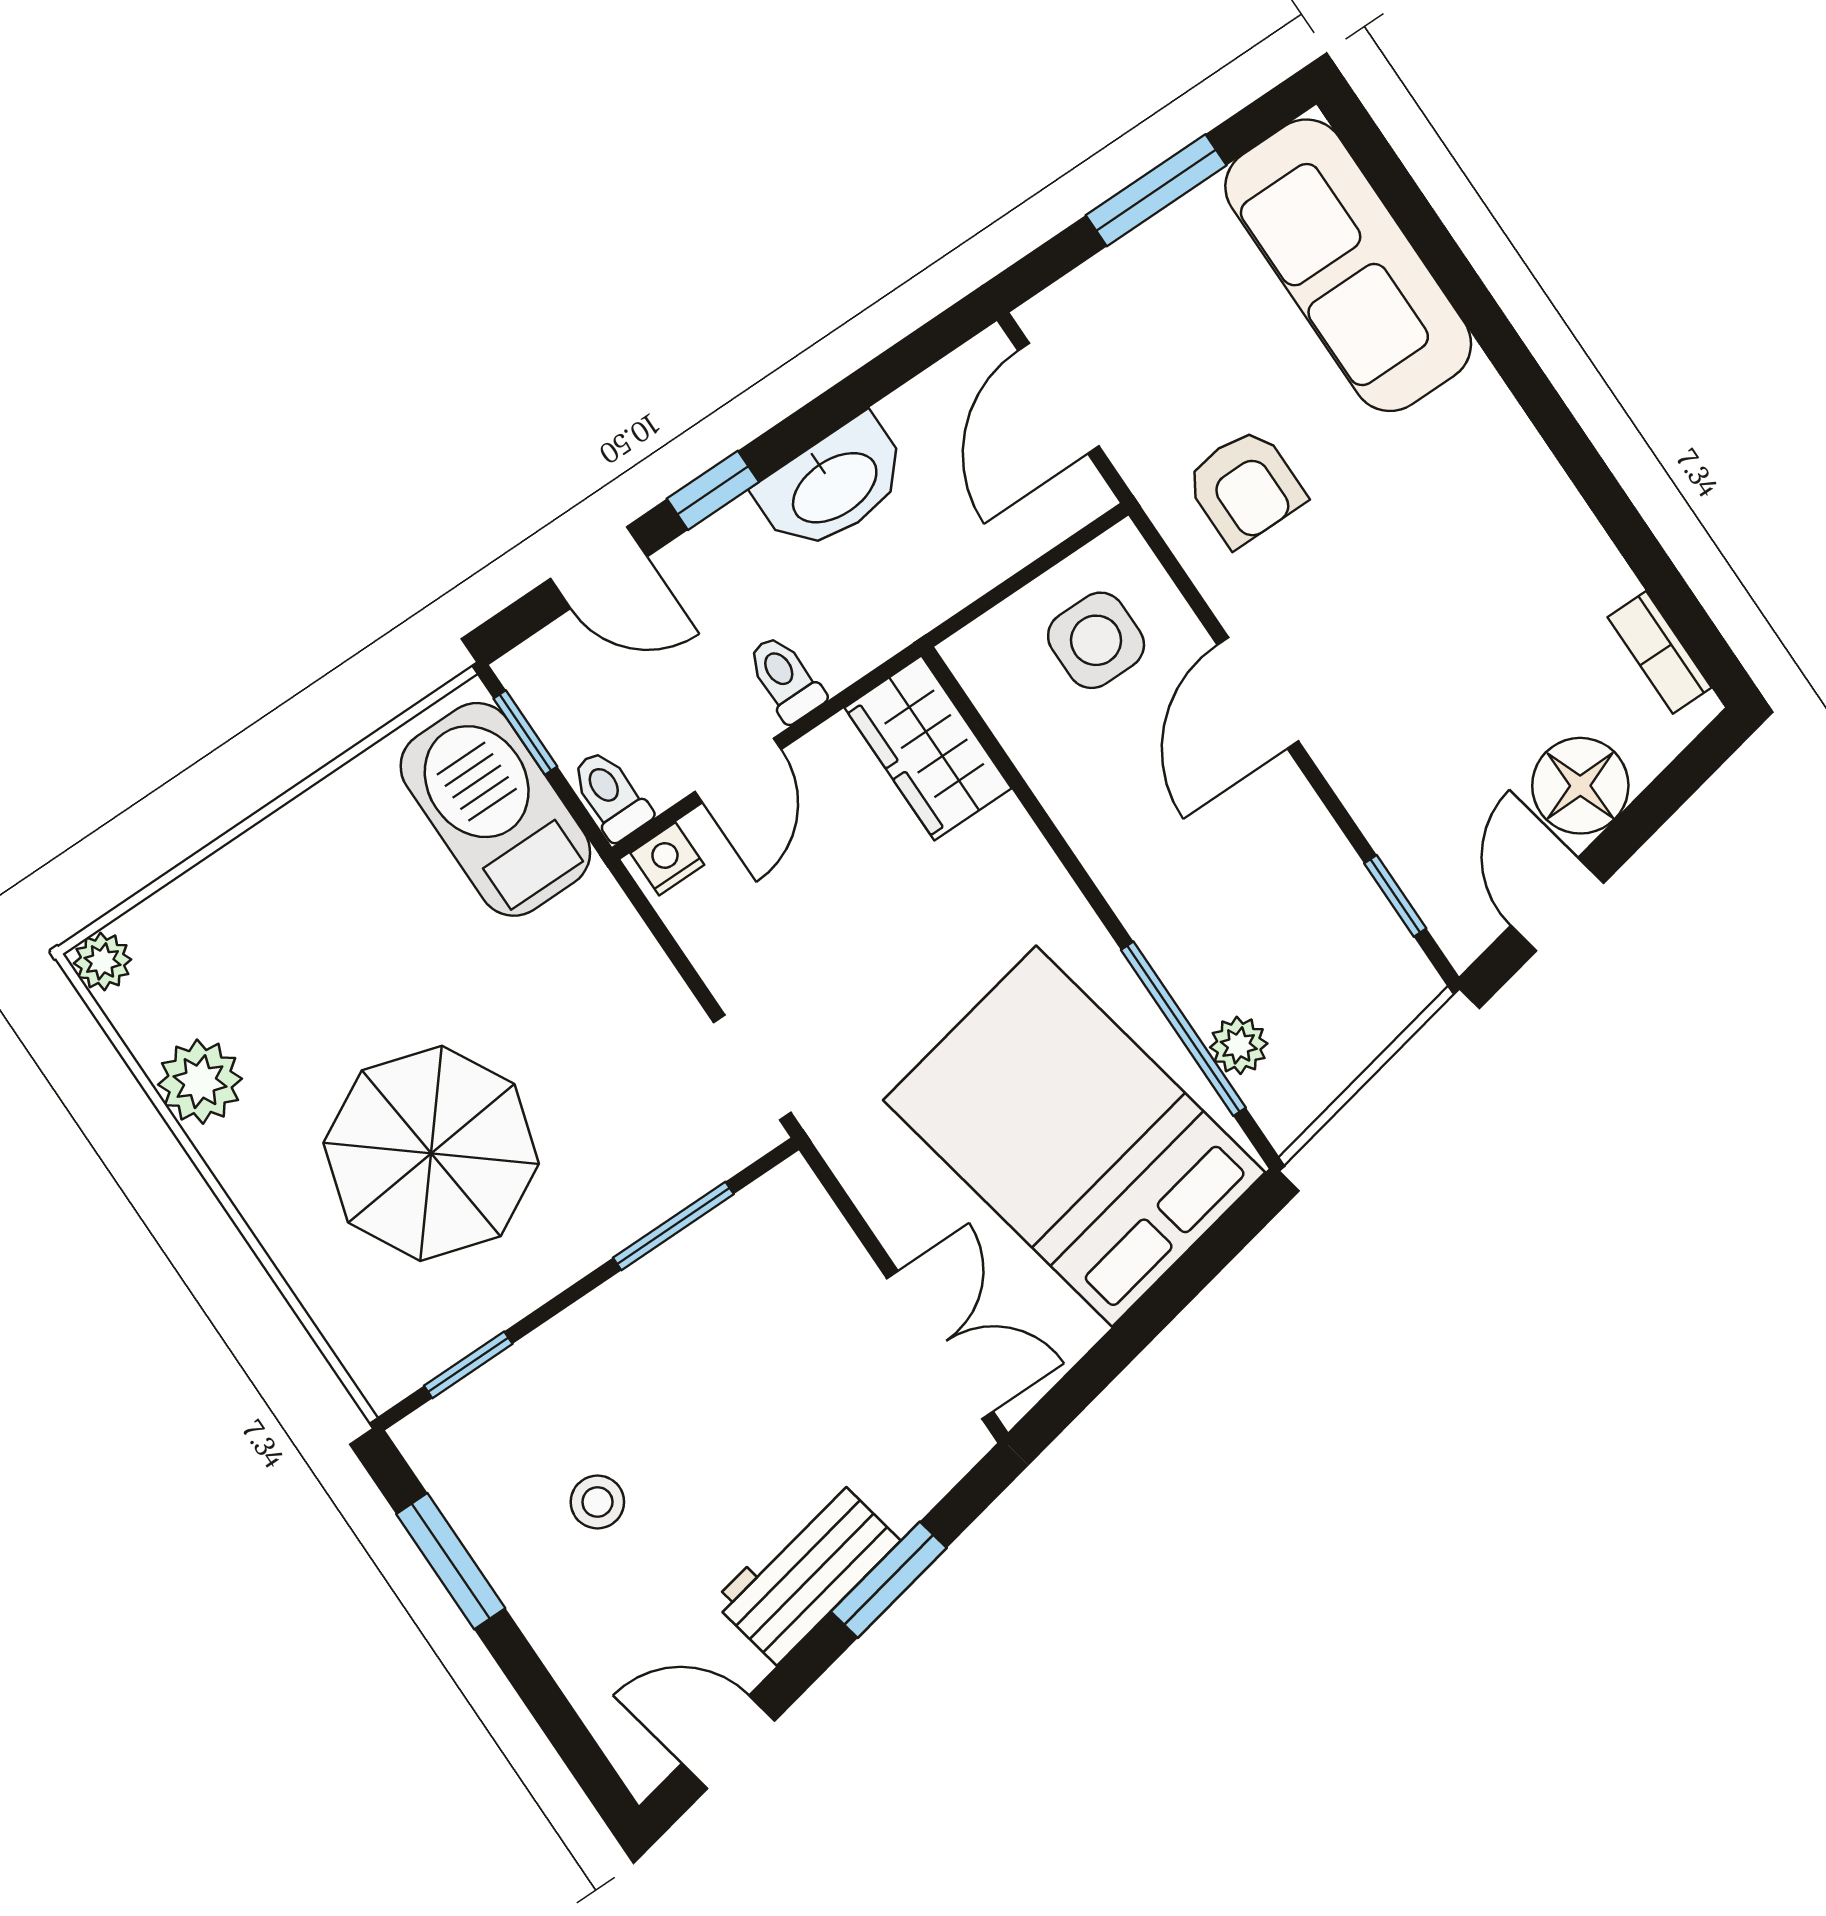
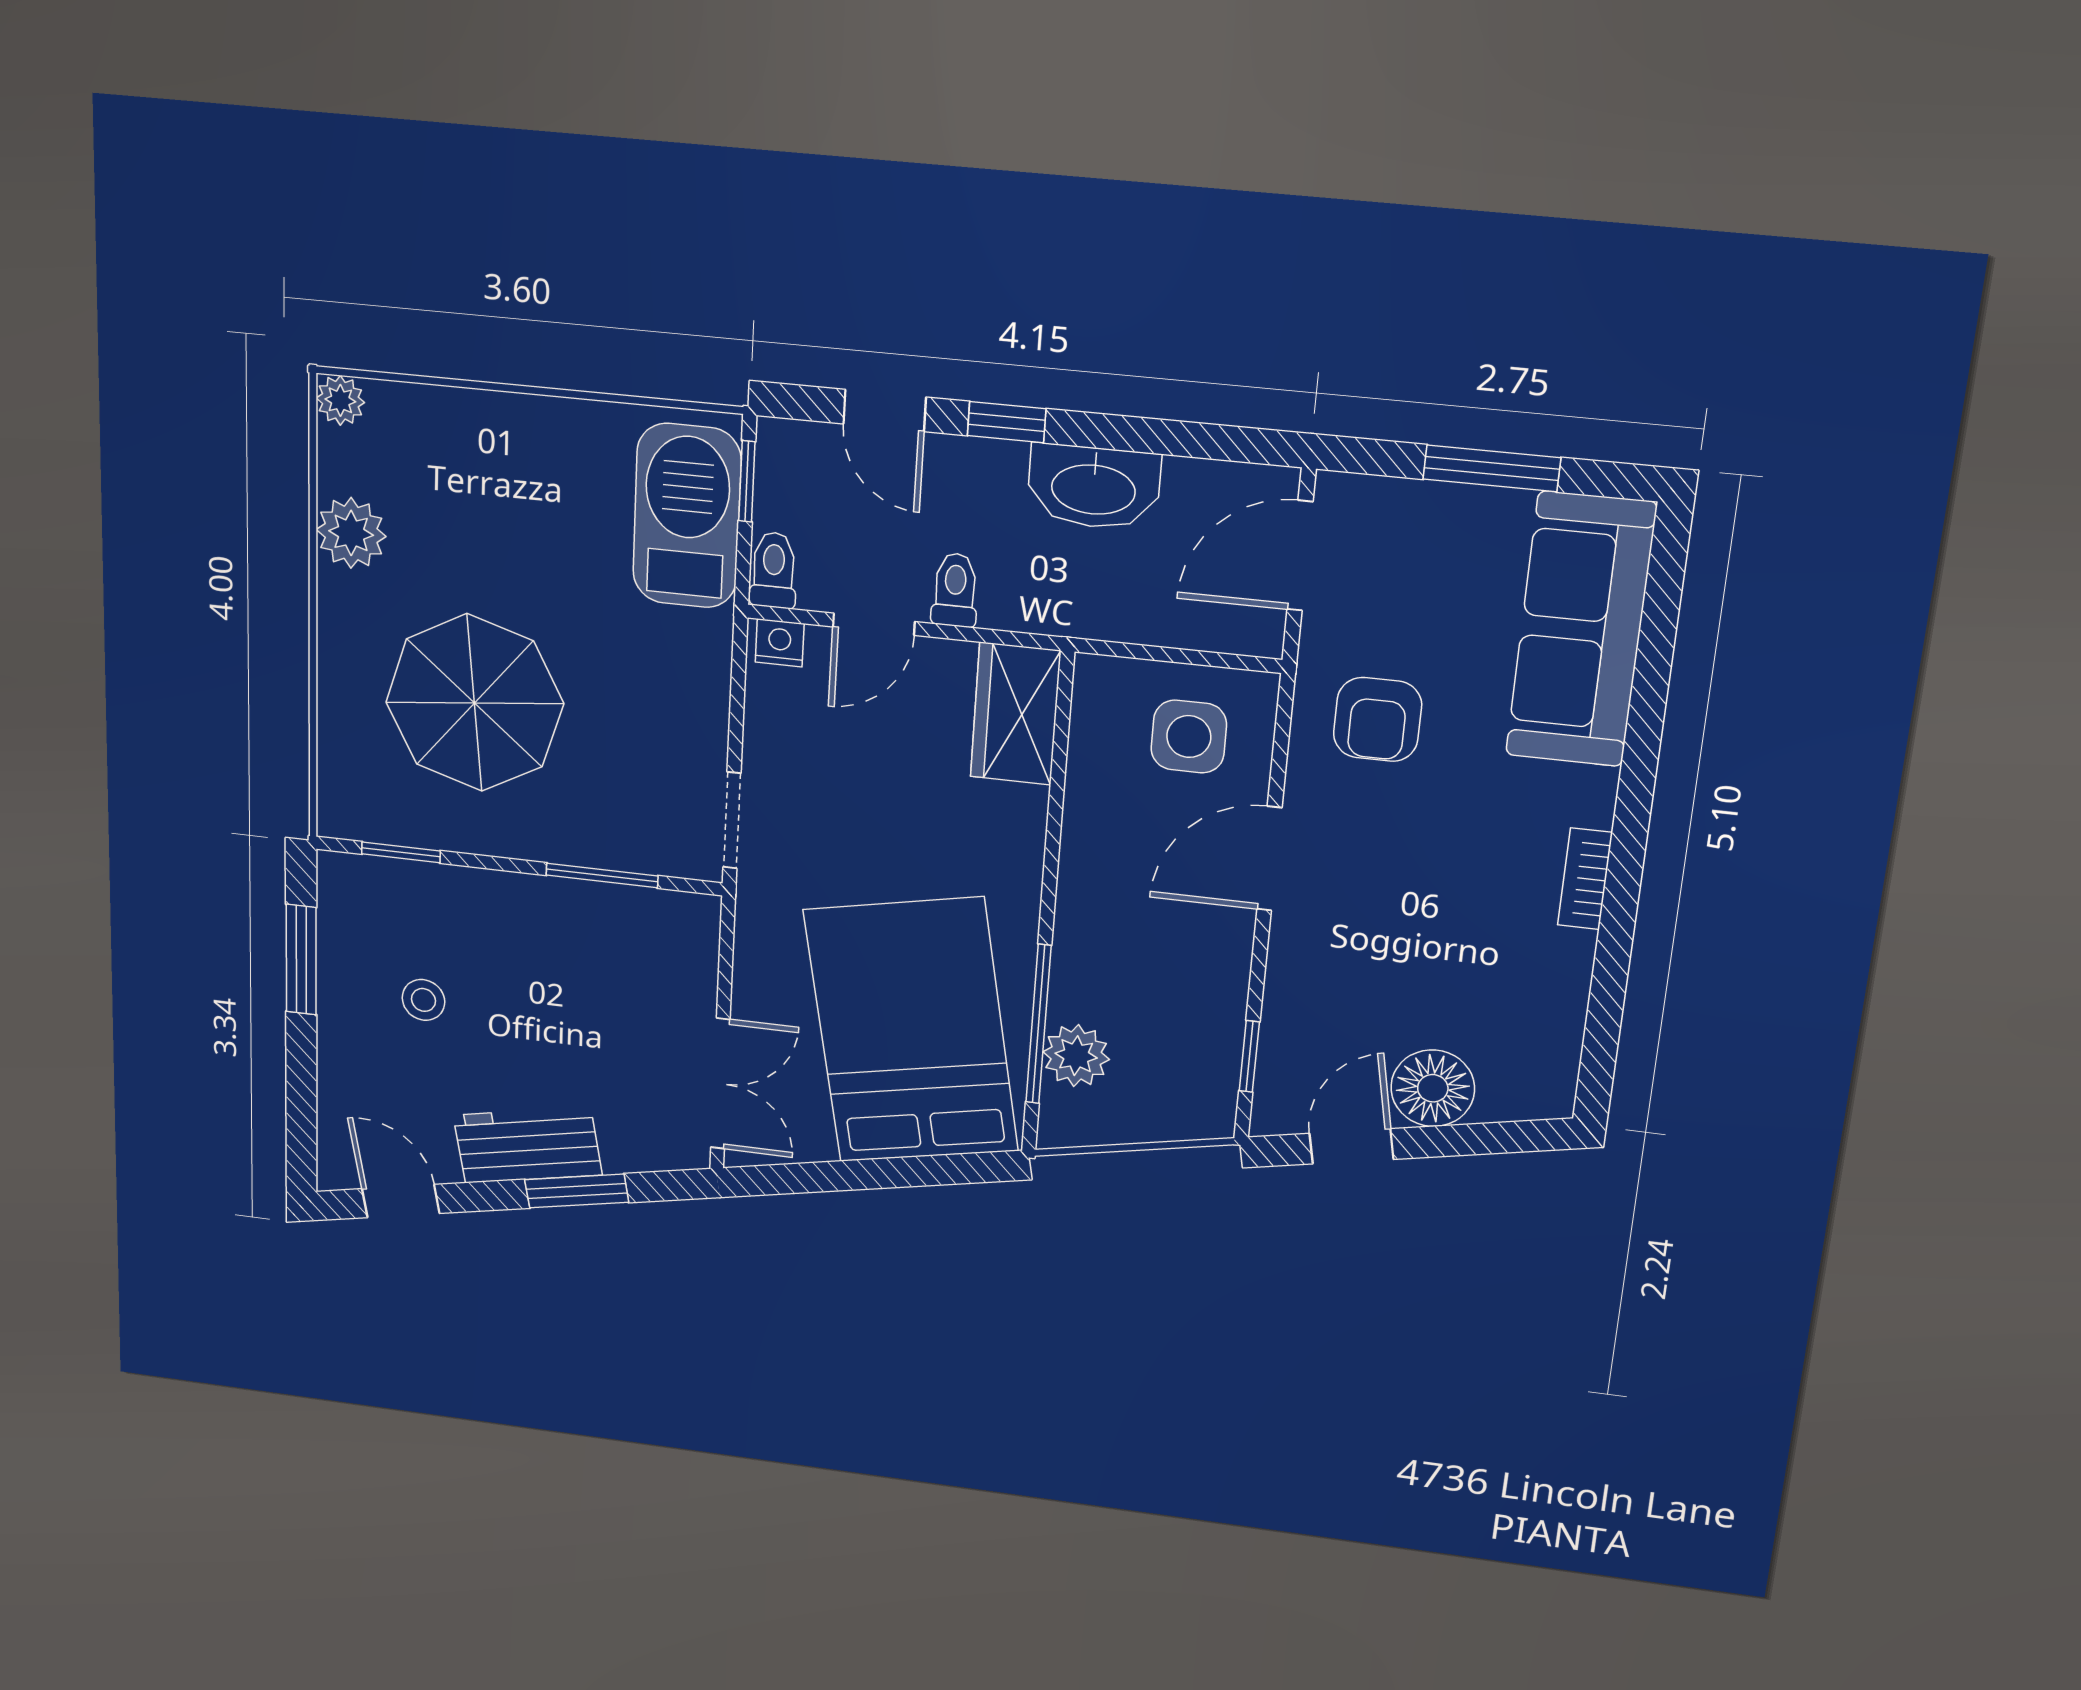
bookcase: (1660, 652) -> (1585, 879), moved
plant: (1239, 1045) -> (1076, 1056), width x1.38, depth x1.38

